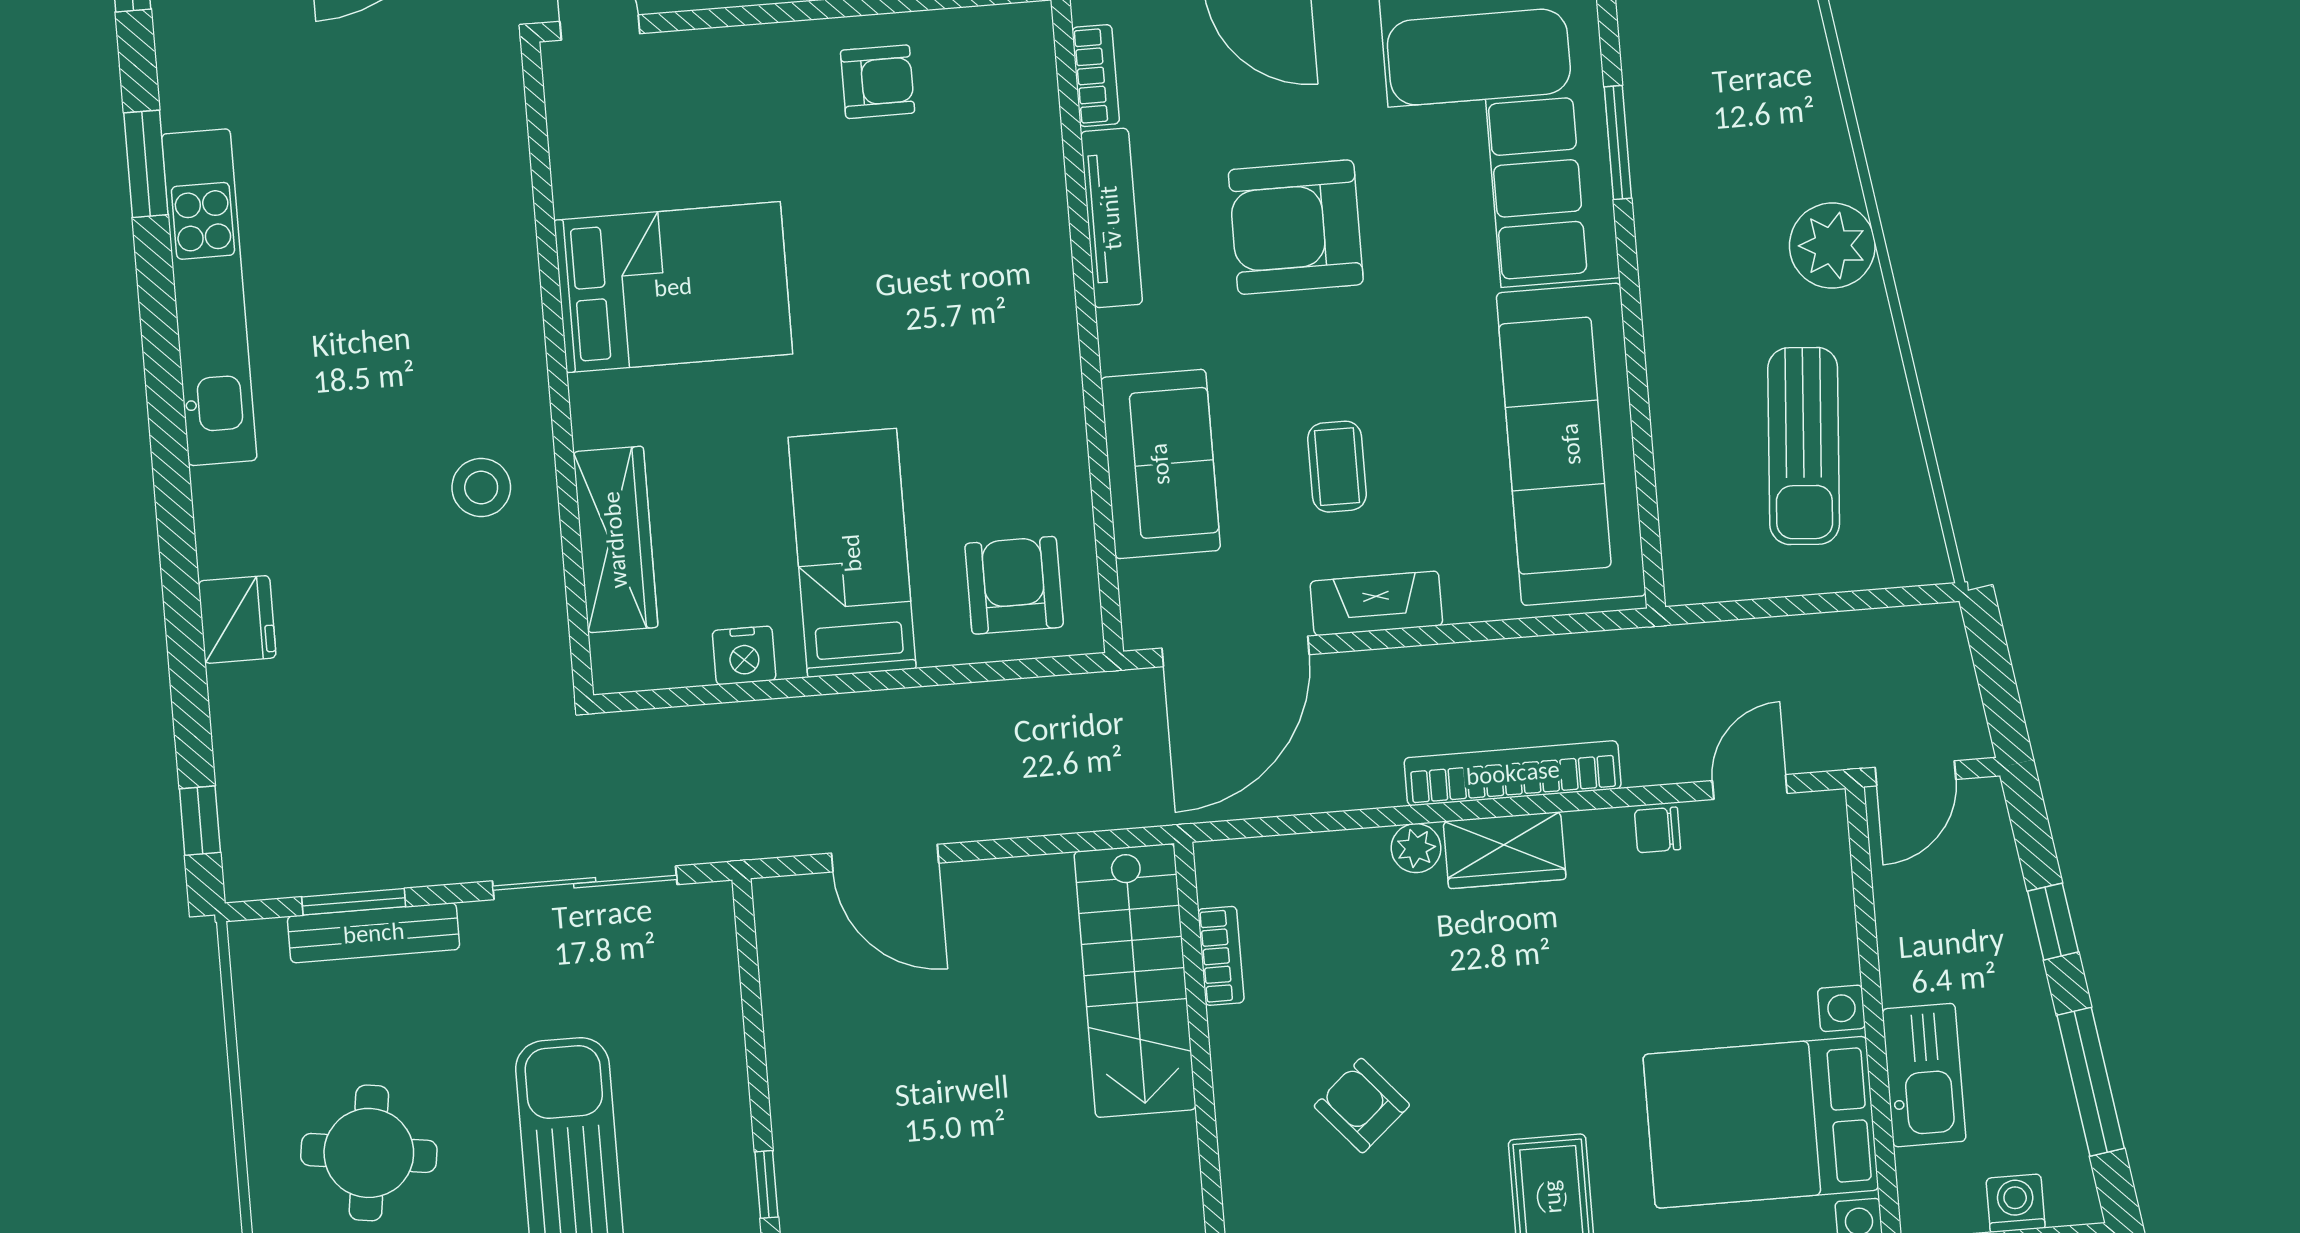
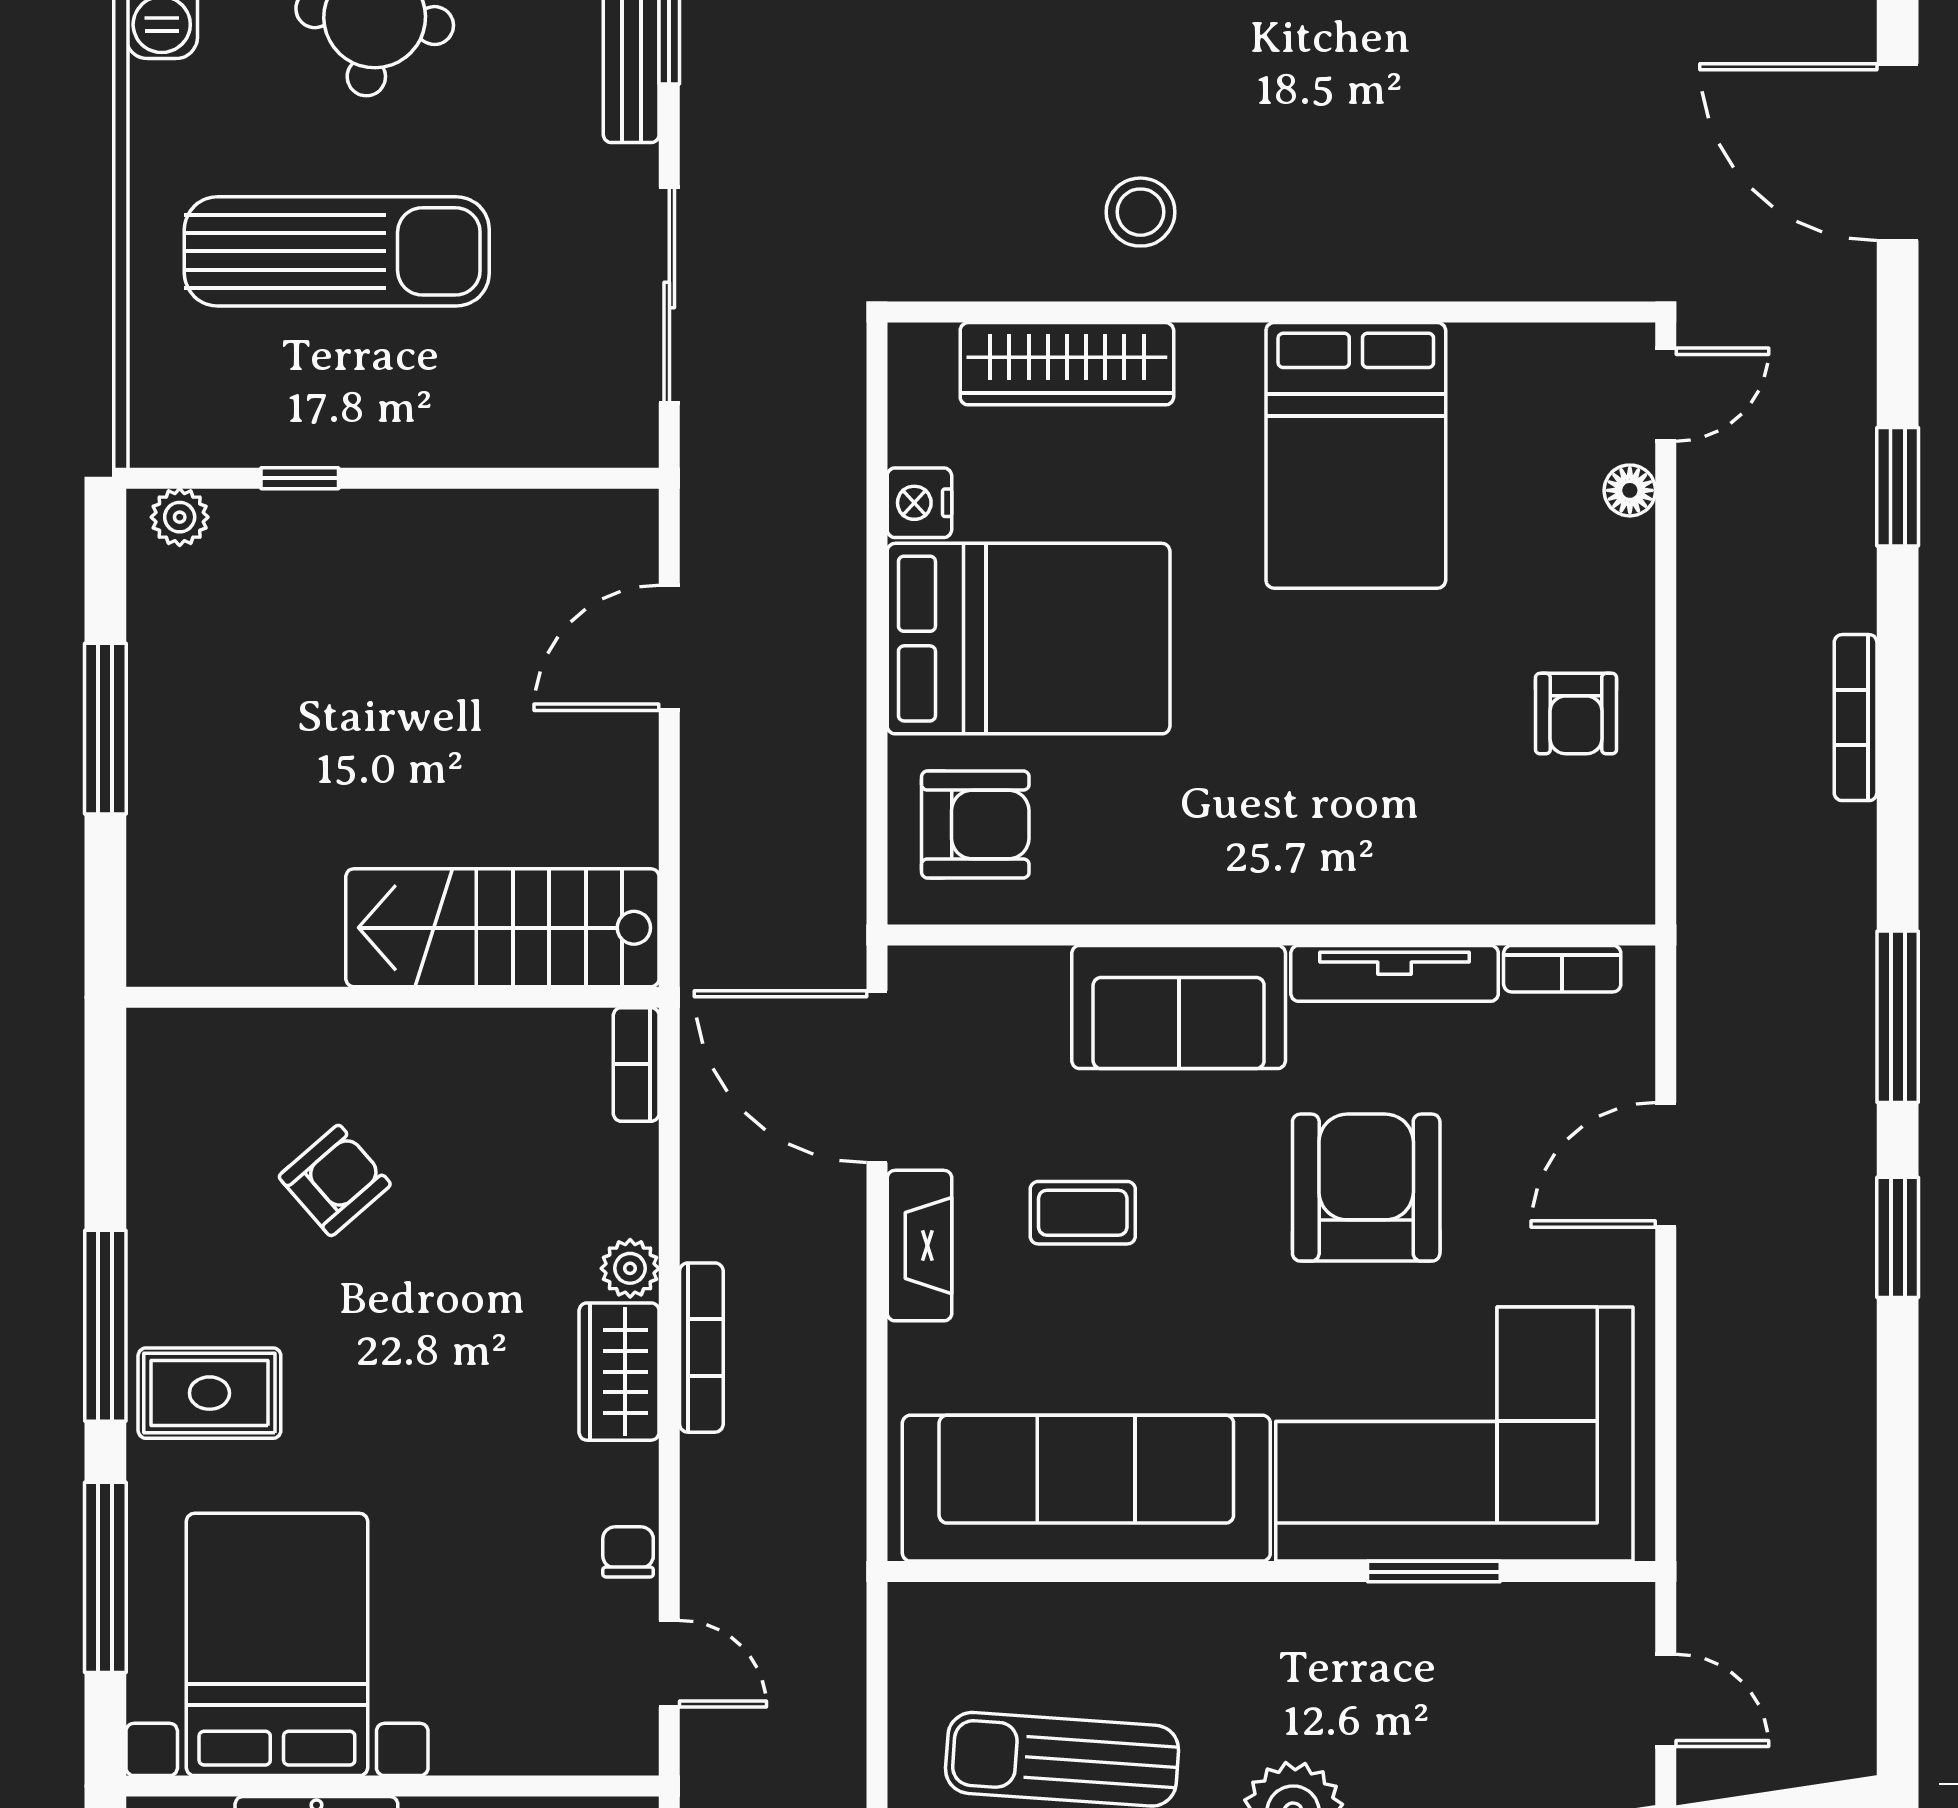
floor lamp: (684, 51) -> (1630, 490), added
sofa: (1160, 464) -> (1179, 1007), moved
bed: (852, 553) -> (1029, 639), width x1.50
bookcase: (1513, 773) -> (701, 1348), width x0.68, depth x0.76
bookcase: (1221, 956) -> (636, 1064), moved, turned 90

